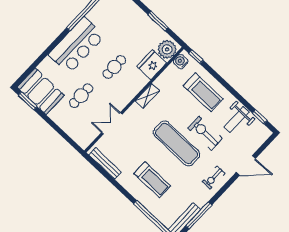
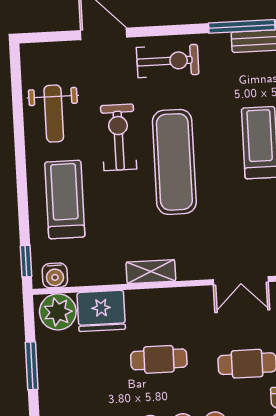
window: (260, 117) -> (16, 86), removed
weight bench: (237, 119) -> (54, 114), turned 90
exercise bike: (205, 133) -> (119, 137), turned 180
exercise bike: (214, 178) -> (168, 61), width x1.38, depth x1.39

